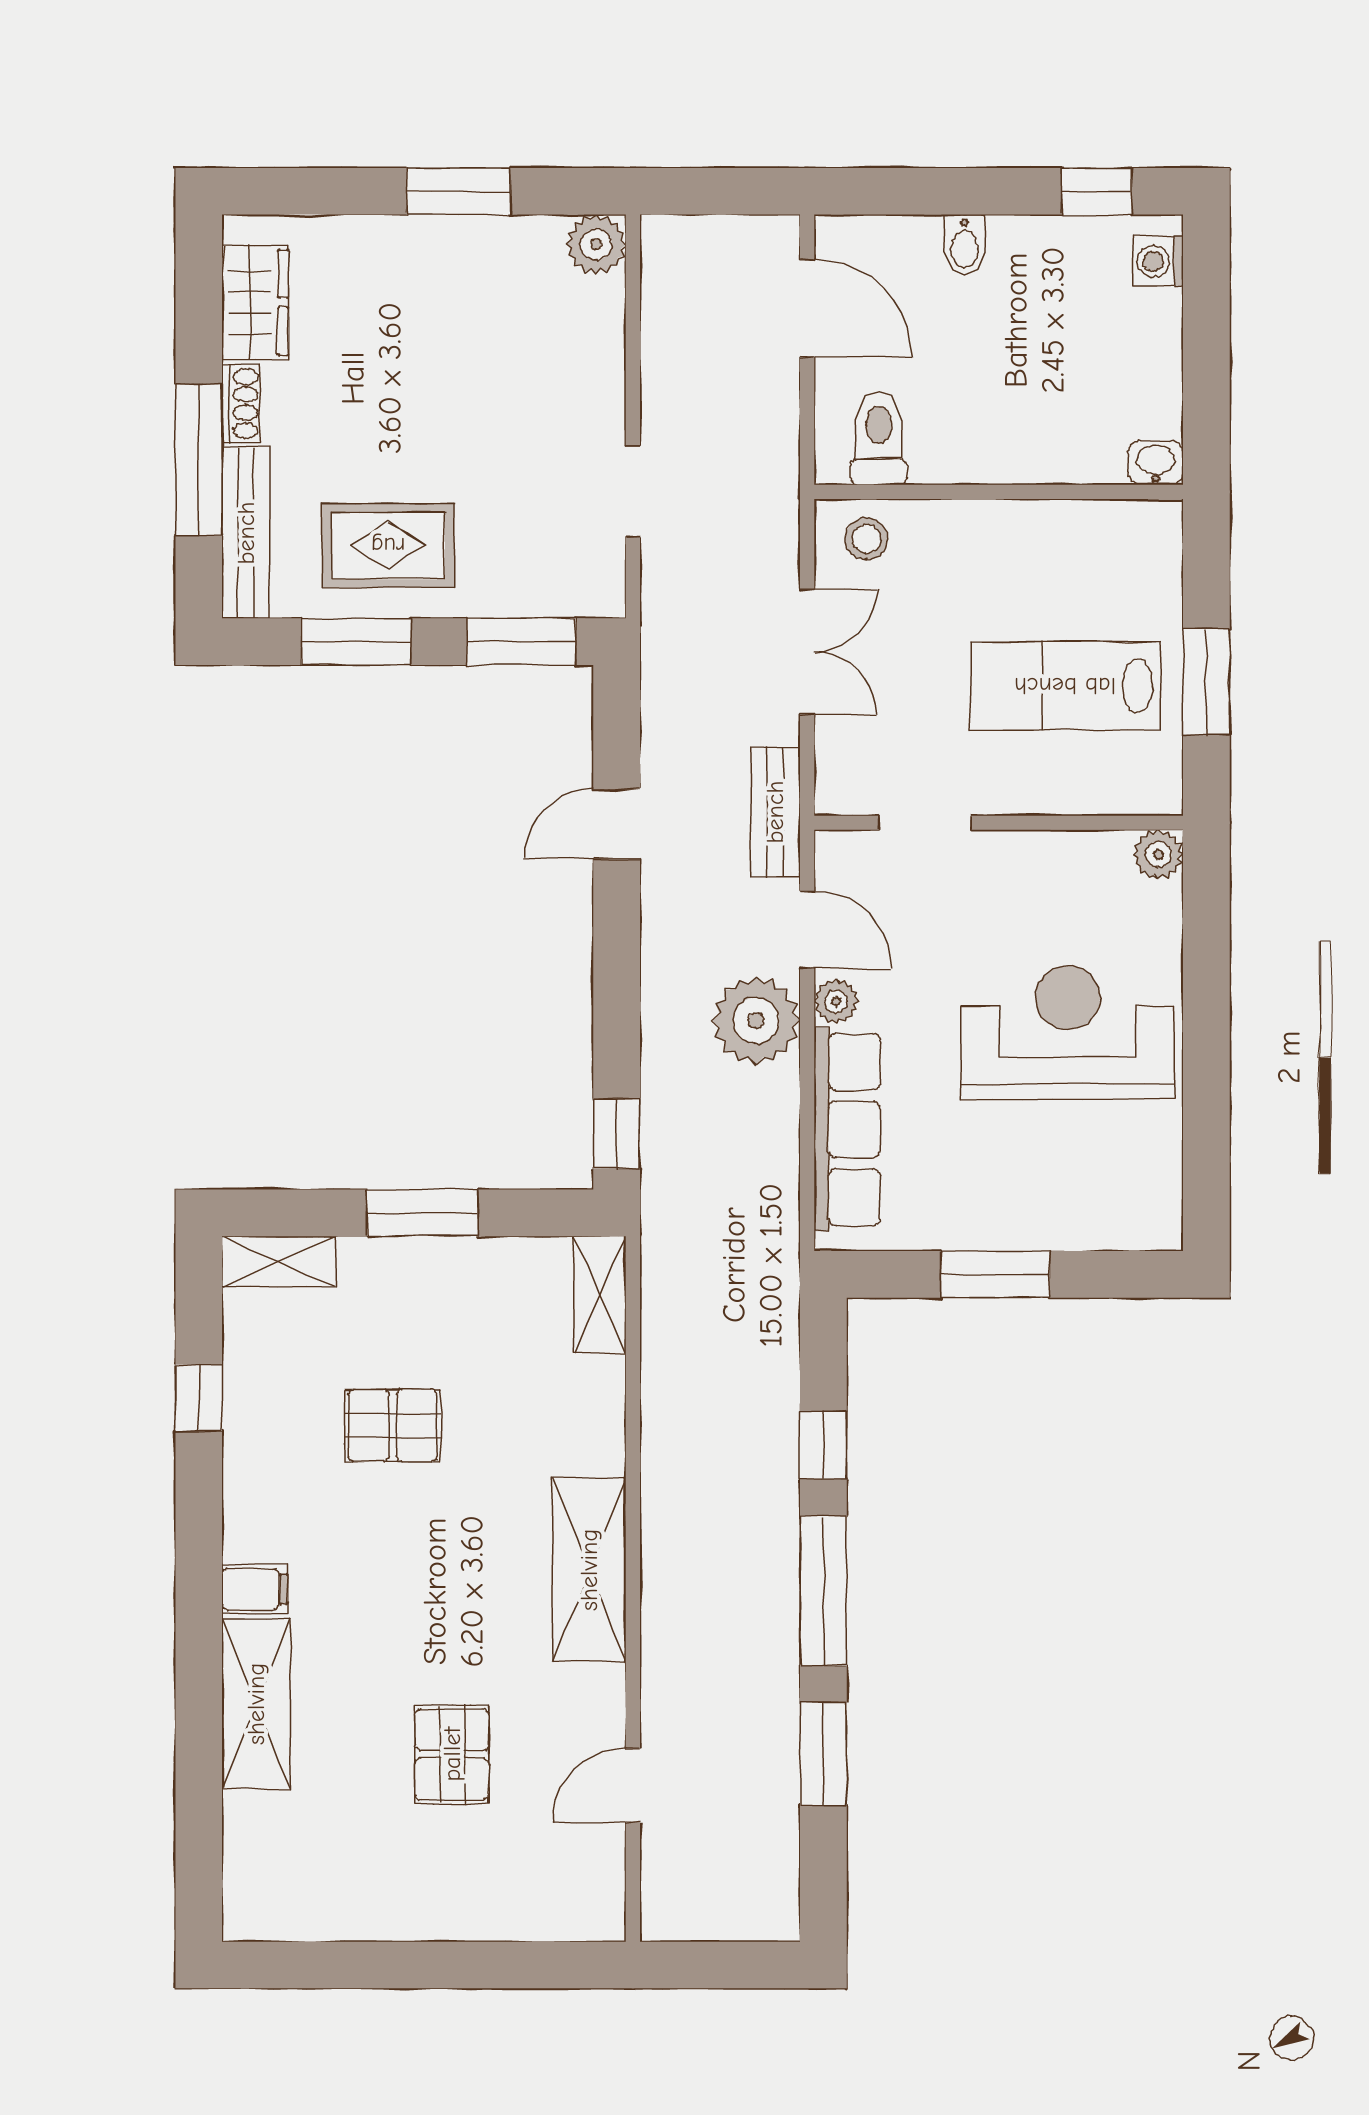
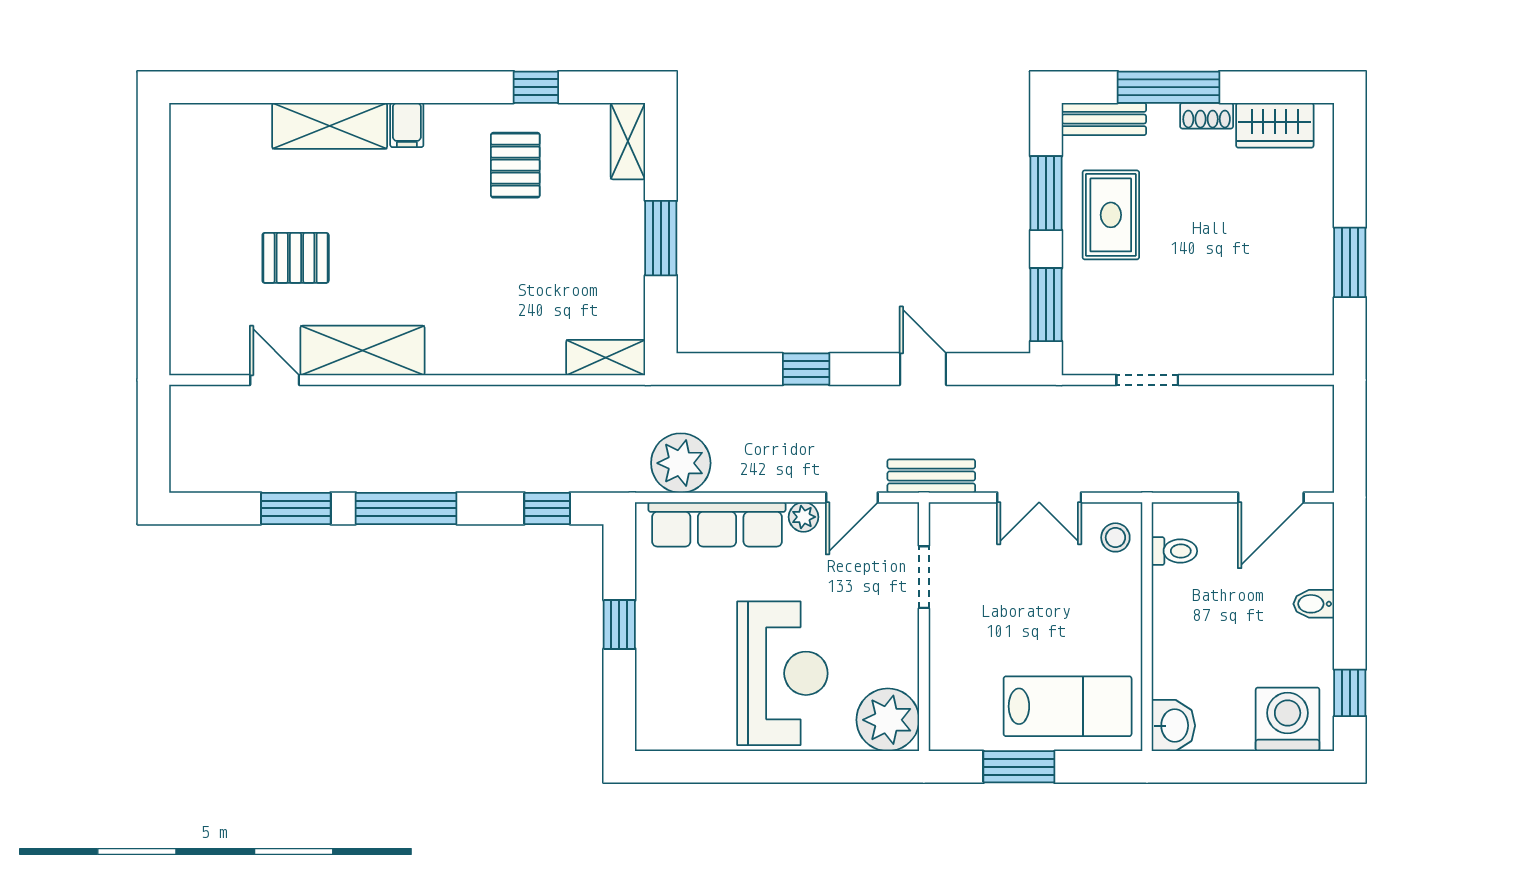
plant: (596, 244) -> (1314, 355), removed
washing machine: (1158, 261) -> (1288, 719), width x1.89, depth x1.89
toilet: (879, 438) -> (1174, 551), width x0.73, depth x0.72
washbasin: (1156, 463) -> (1173, 726), width x1.38, depth x1.45
bench: (246, 533) -> (1104, 119), width x0.73
lab bench: (1065, 686) -> (1068, 706), moved, turned 90
plant: (1158, 855) -> (888, 720), width x1.87, depth x1.87
plant: (756, 1021) -> (681, 463), moved
window: (617, 1134) -> (806, 369), moved
window: (995, 1274) -> (619, 624), width x0.67
pallet: (393, 1425) -> (515, 165), moved
window: (823, 1445) -> (547, 508), moved
shelving: (589, 1570) -> (363, 350), moved

